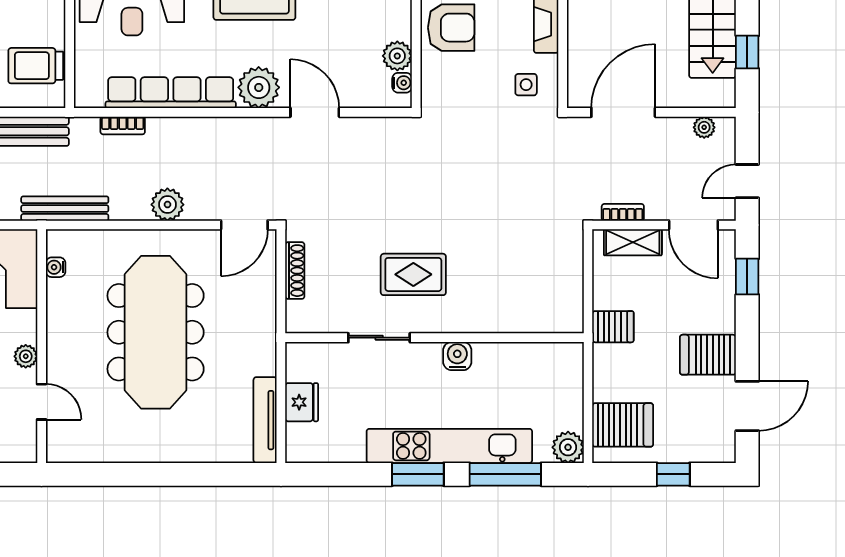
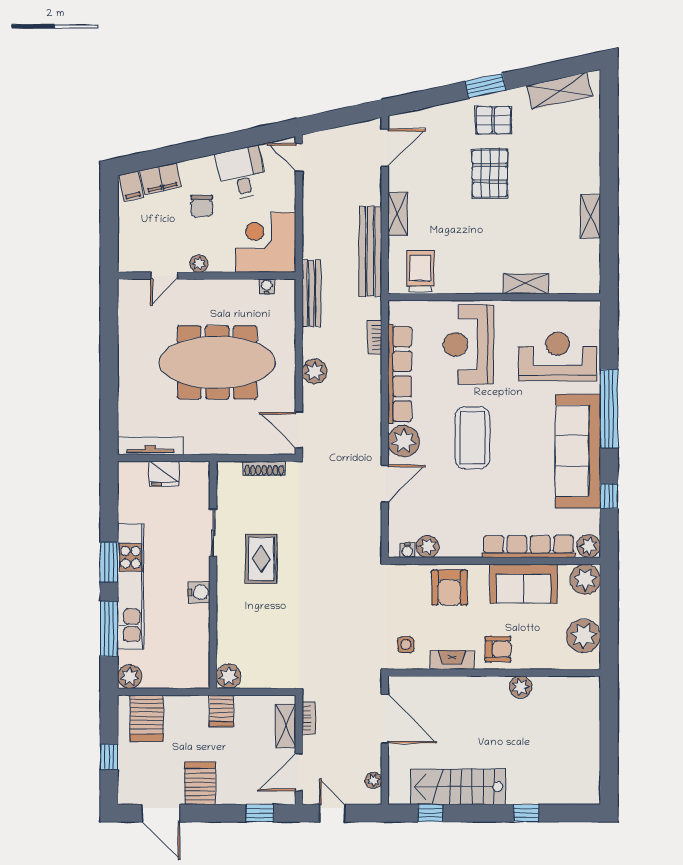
plant: (568, 317) -> (229, 676), added

